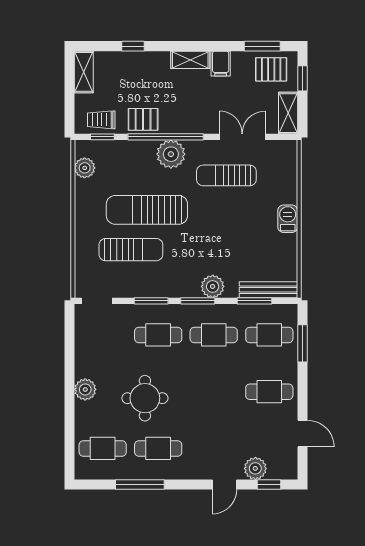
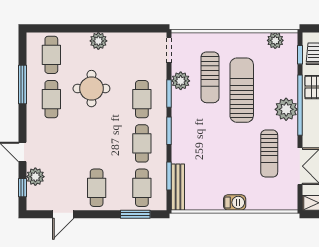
sun lounger: (226, 175) -> (269, 154), turned 180
plant: (213, 286) -> (181, 81), moved

